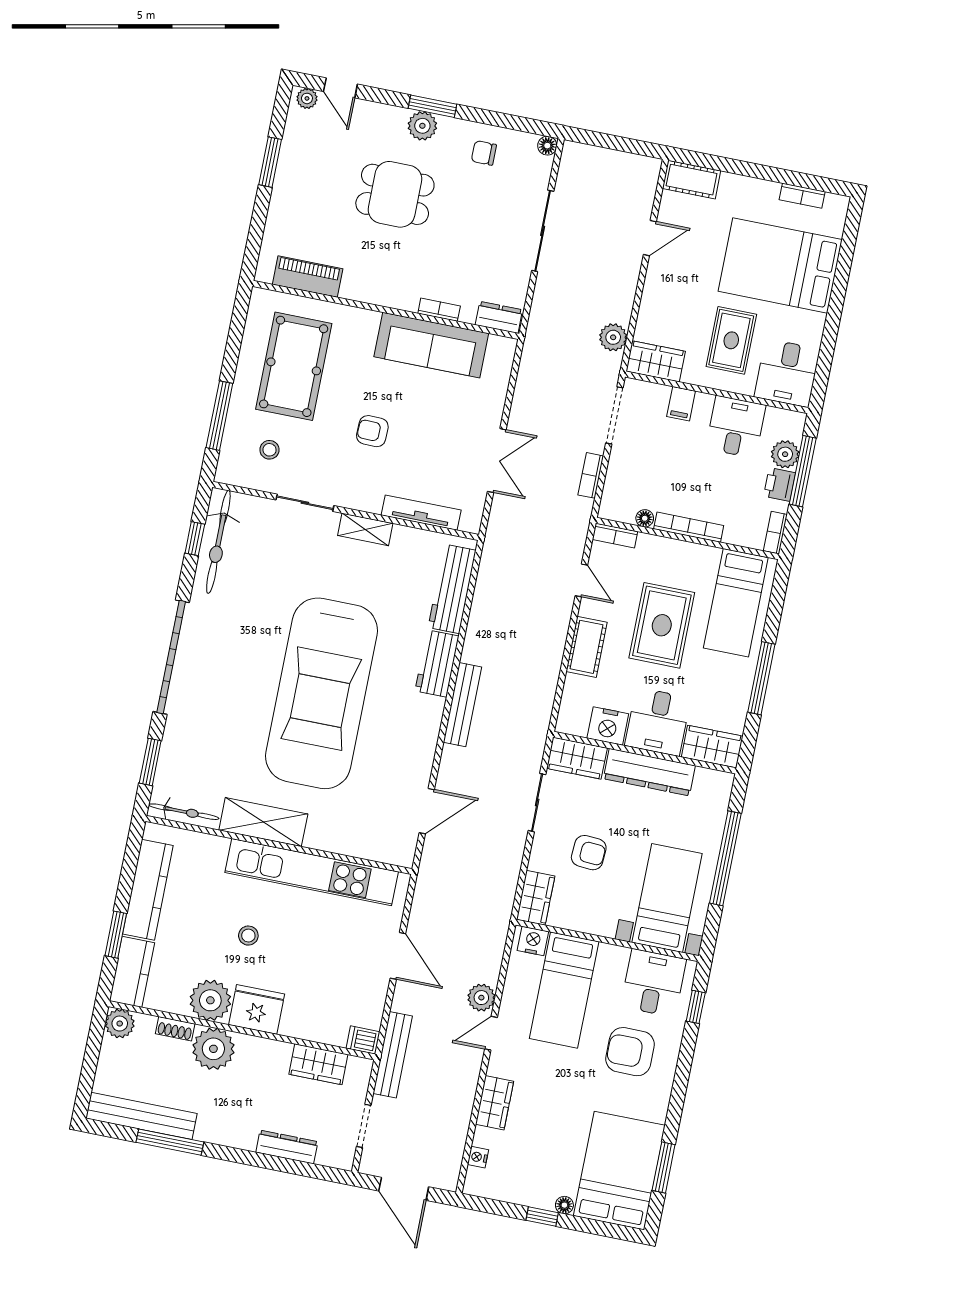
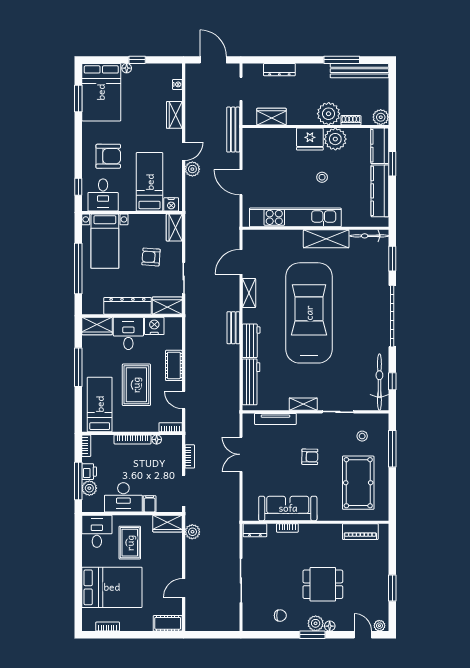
floor lamp: (547, 146) -> (330, 626), moved
desk: (736, 427) -> (123, 497), width x1.37
bench: (462, 705) -> (233, 328), width x0.73
shelving: (424, 751) -> (249, 293), added
dishwasher: (363, 1040) -> (250, 134), removed

